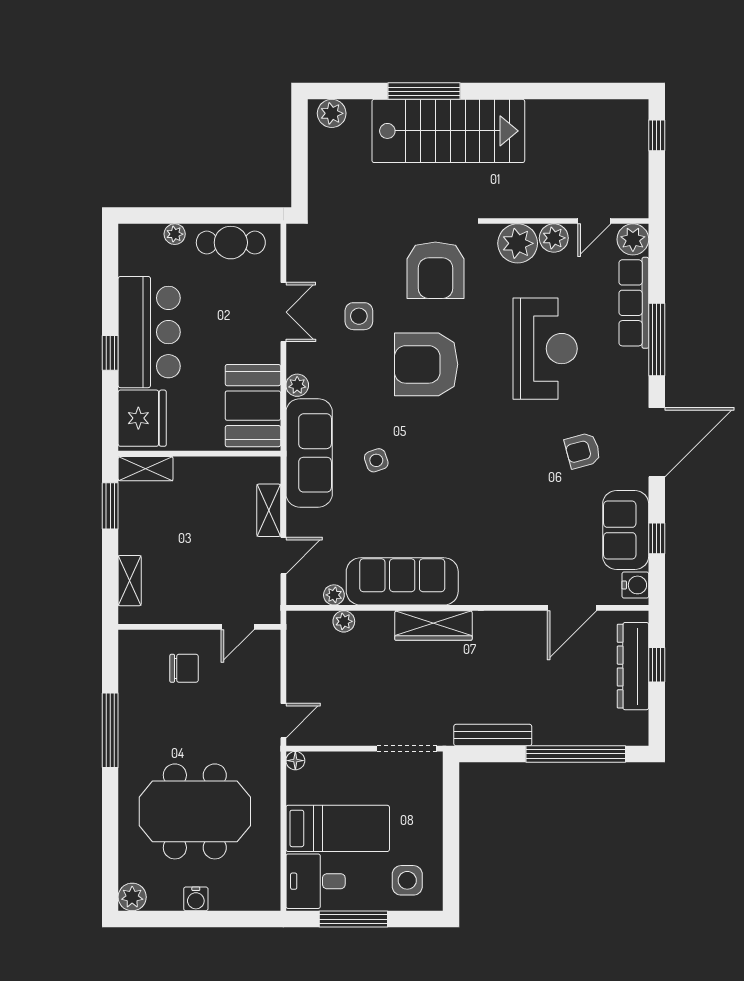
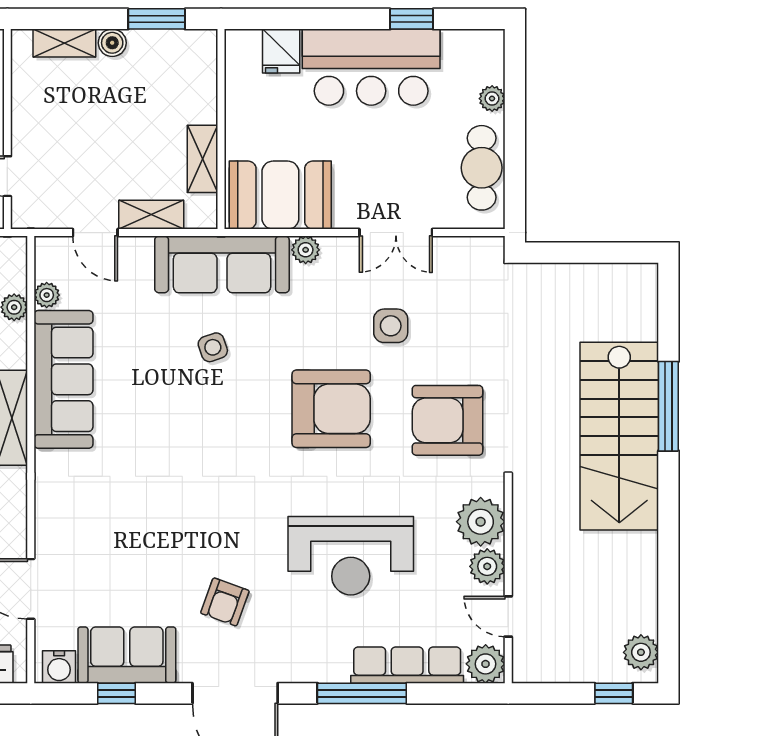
plant: (332, 113) -> (641, 652), moved
window: (110, 353) -> (412, 19), moved
armchair: (426, 364) -> (331, 409), turned 90
fridge: (142, 418) -> (281, 51), width x0.53, depth x0.75
armchair: (583, 451) -> (225, 602), turned -145
shelving: (146, 469) -> (203, 159), moved
boiler: (129, 542) -> (112, 43), added

